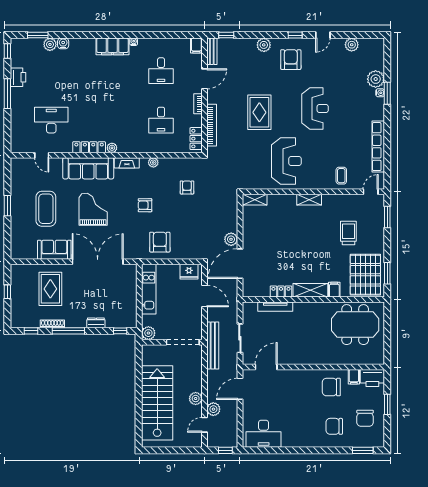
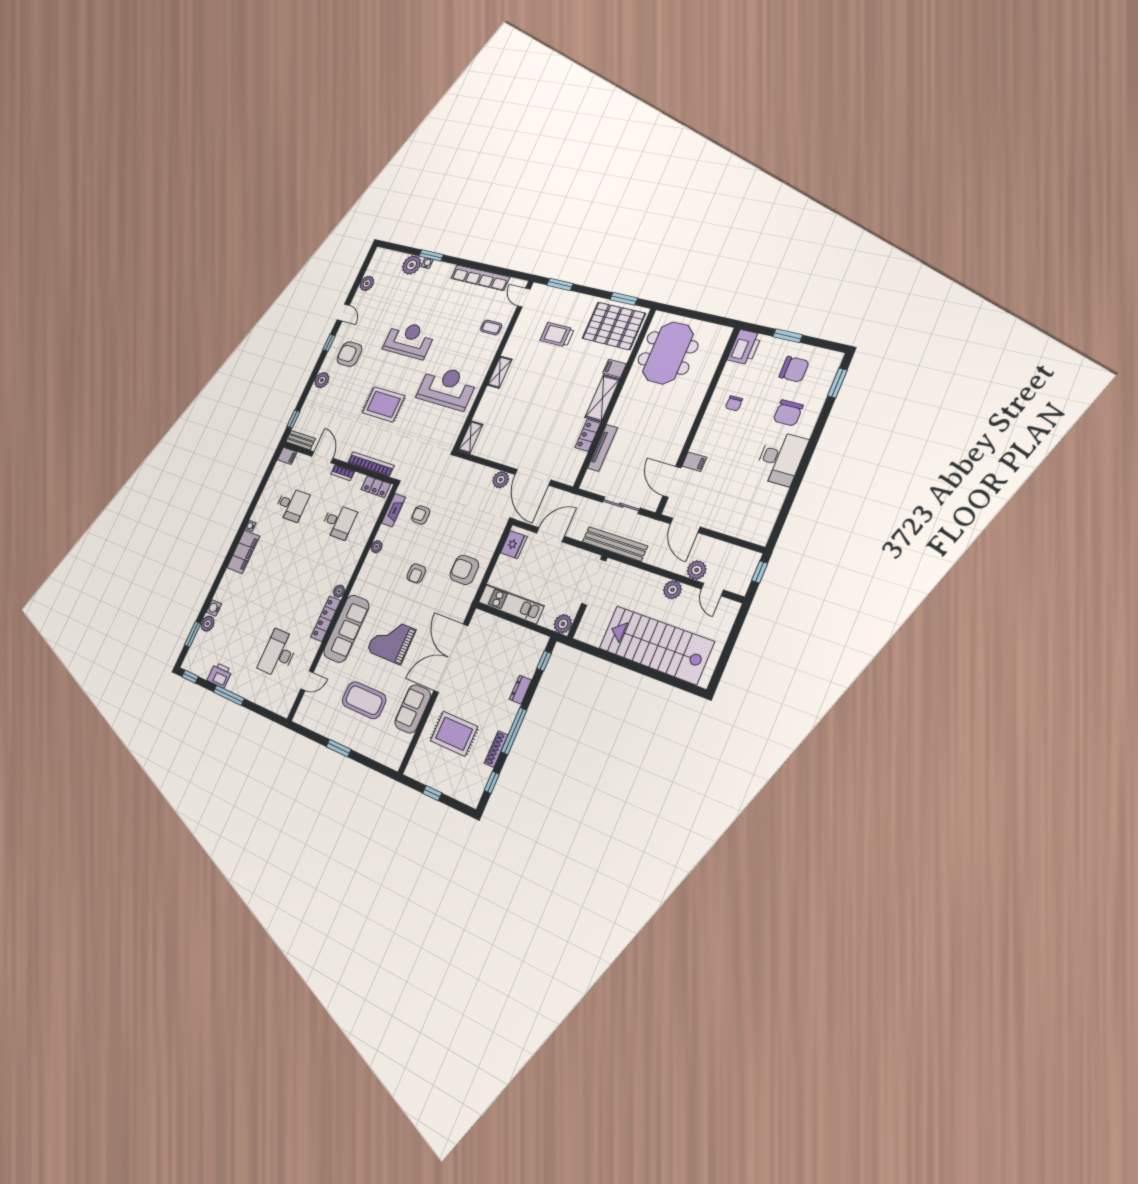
fireplace: (127, 163) -> (393, 510), moved
filing cabinet: (354, 377) -> (694, 462), moved
chair: (331, 387) -> (734, 403), width x0.54, depth x0.54
desk: (264, 434) -> (781, 458), moved

